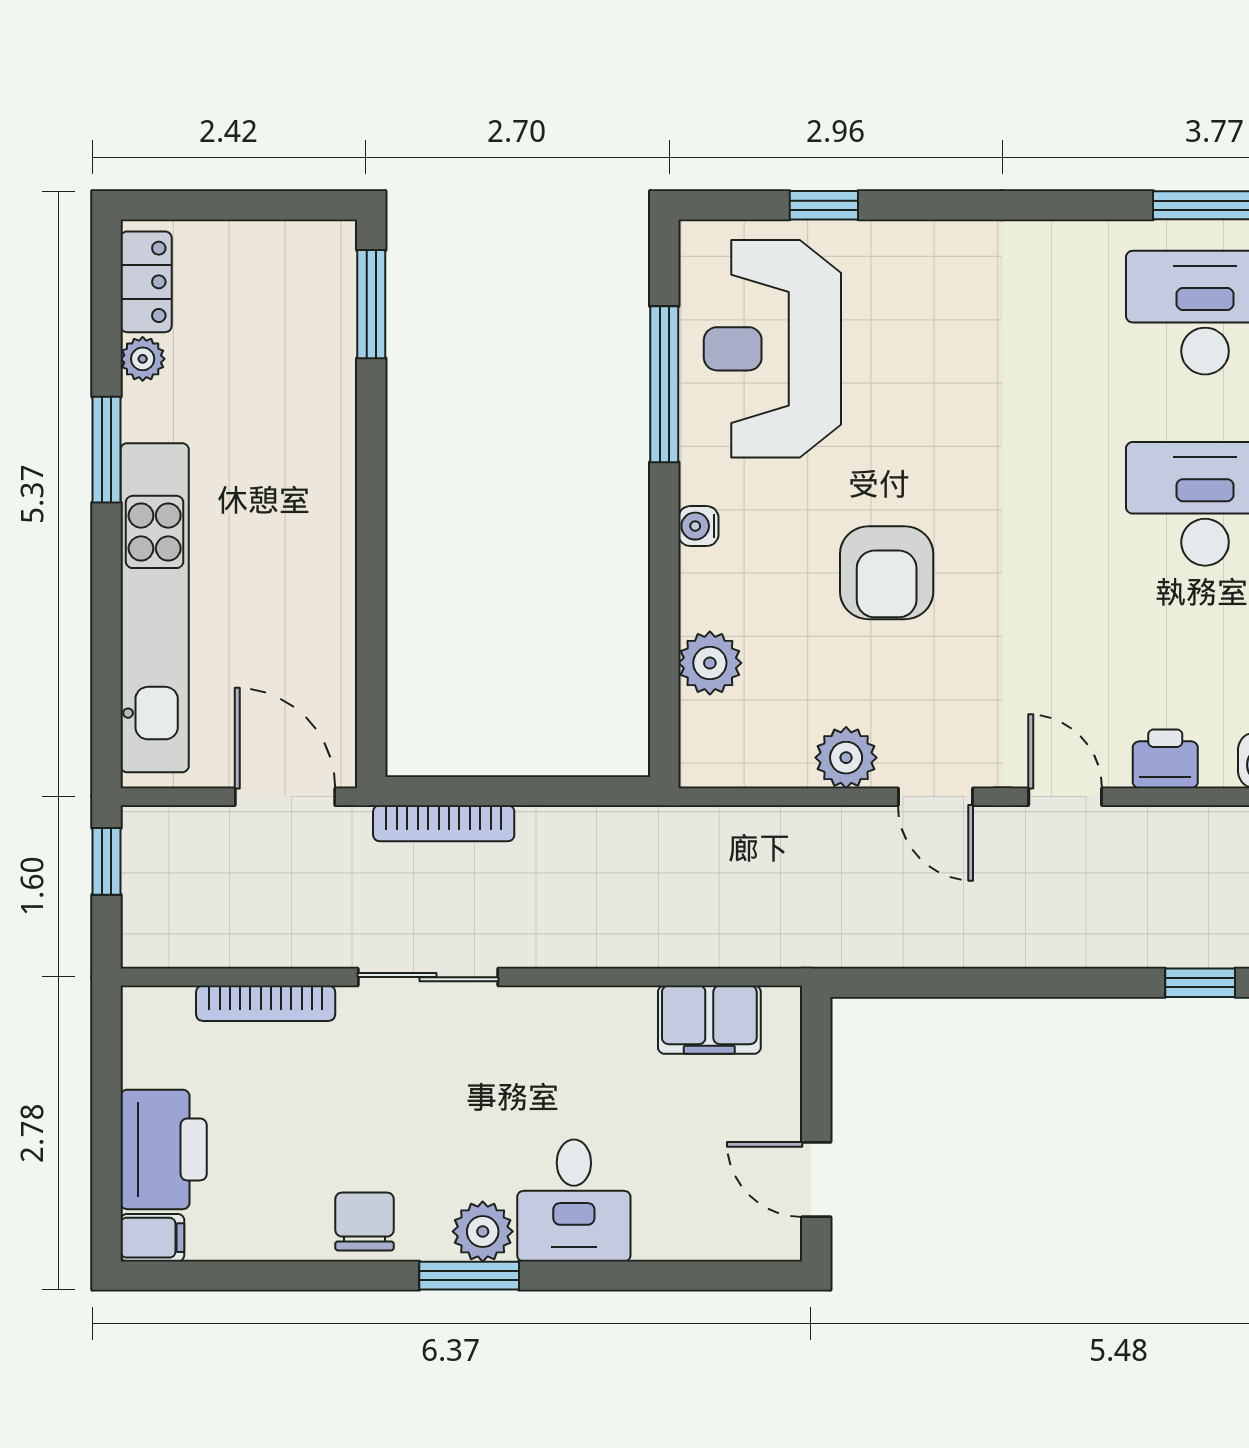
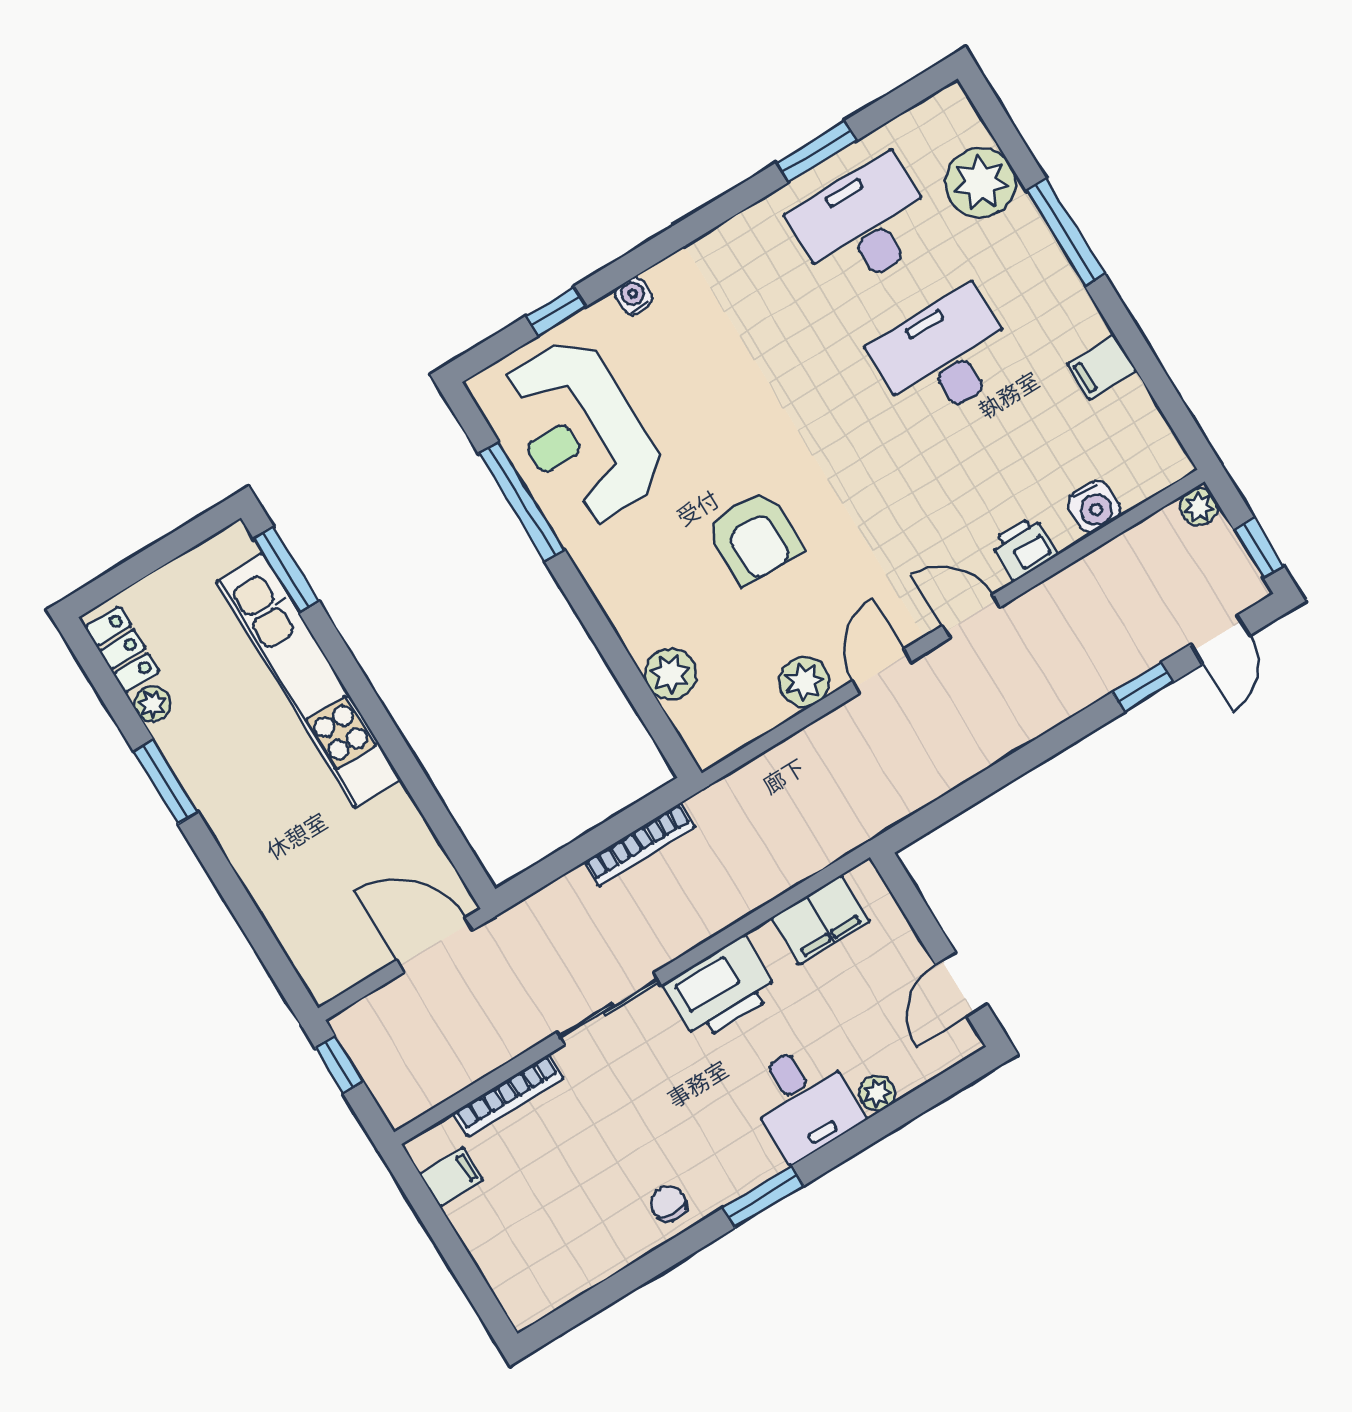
water cooler: (698, 526) -> (634, 296), moved, turned 90
kitchen unit: (155, 608) -> (309, 681), moved, turned 180
door: (935, 797) -> (882, 671), swing flipped
bookcase: (444, 823) -> (640, 845), moved
printer: (164, 1149) -> (721, 989), moved, turned 90
door: (816, 1179) -> (961, 984), hinge flipped
chair: (365, 1222) -> (668, 1204), width x0.73, depth x0.73
plant: (483, 1231) -> (877, 1093), moved, width x0.73, depth x0.73
filing cabinet: (152, 1238) -> (451, 1177), moved

